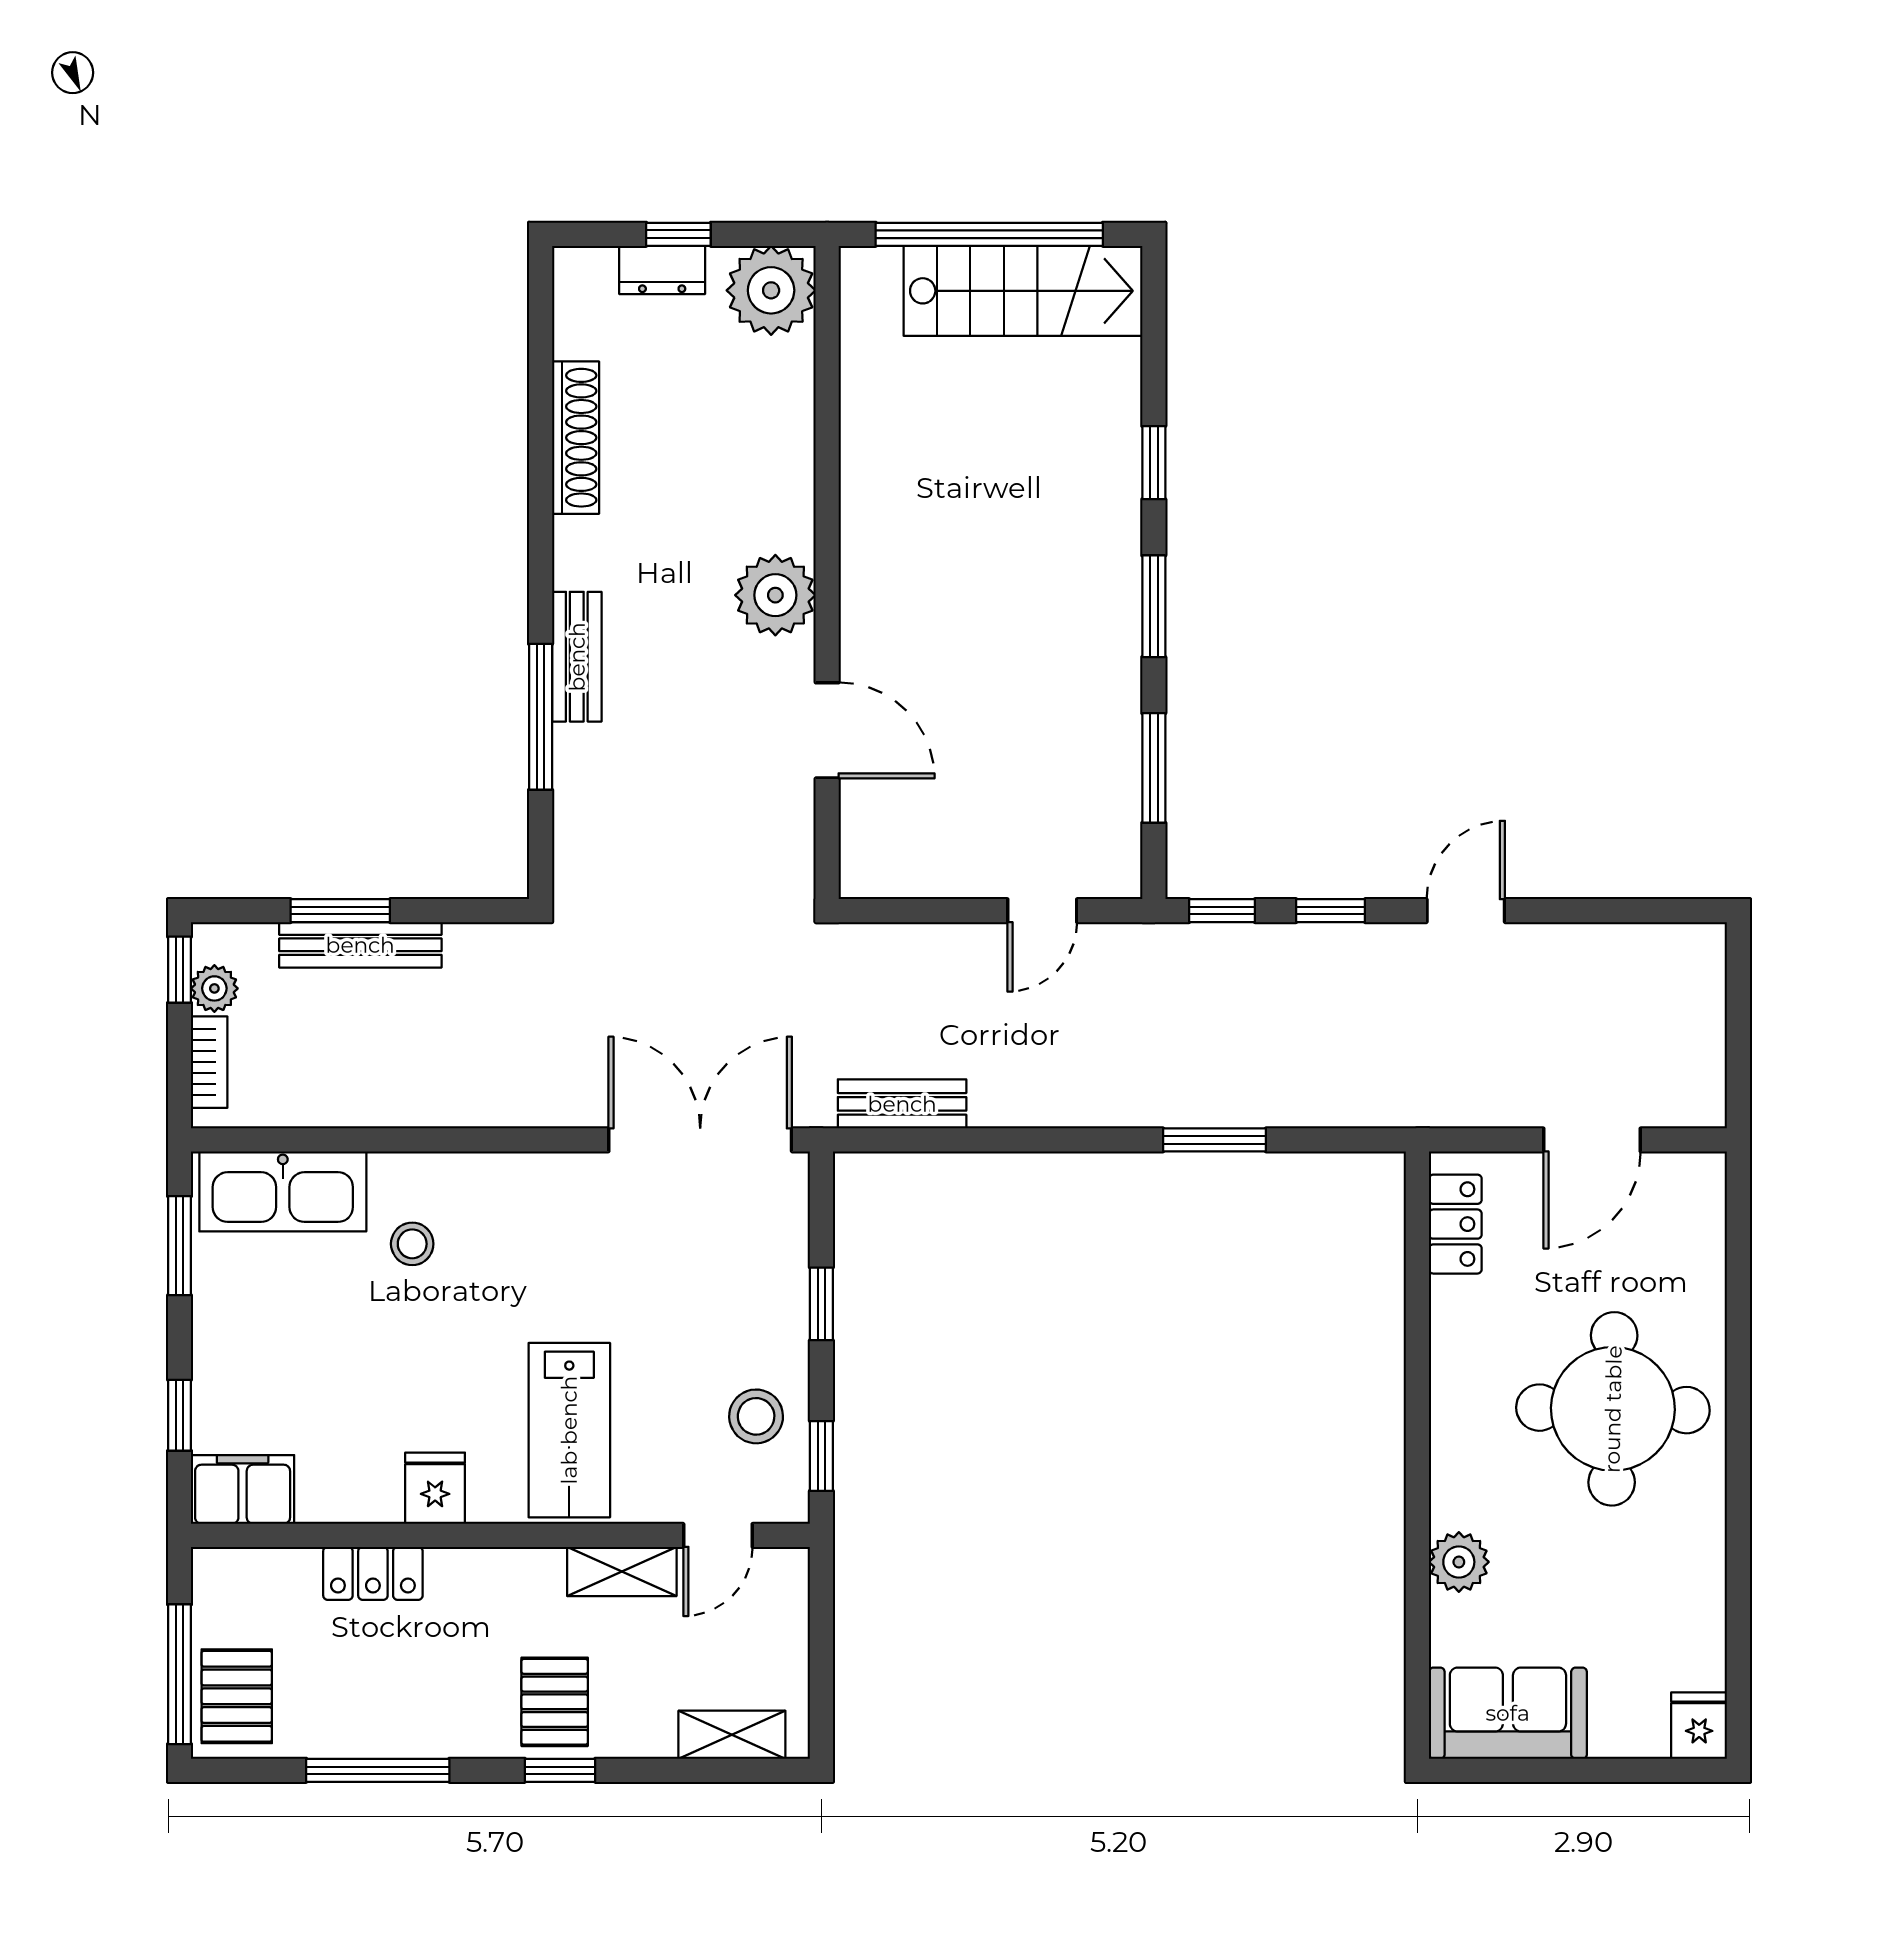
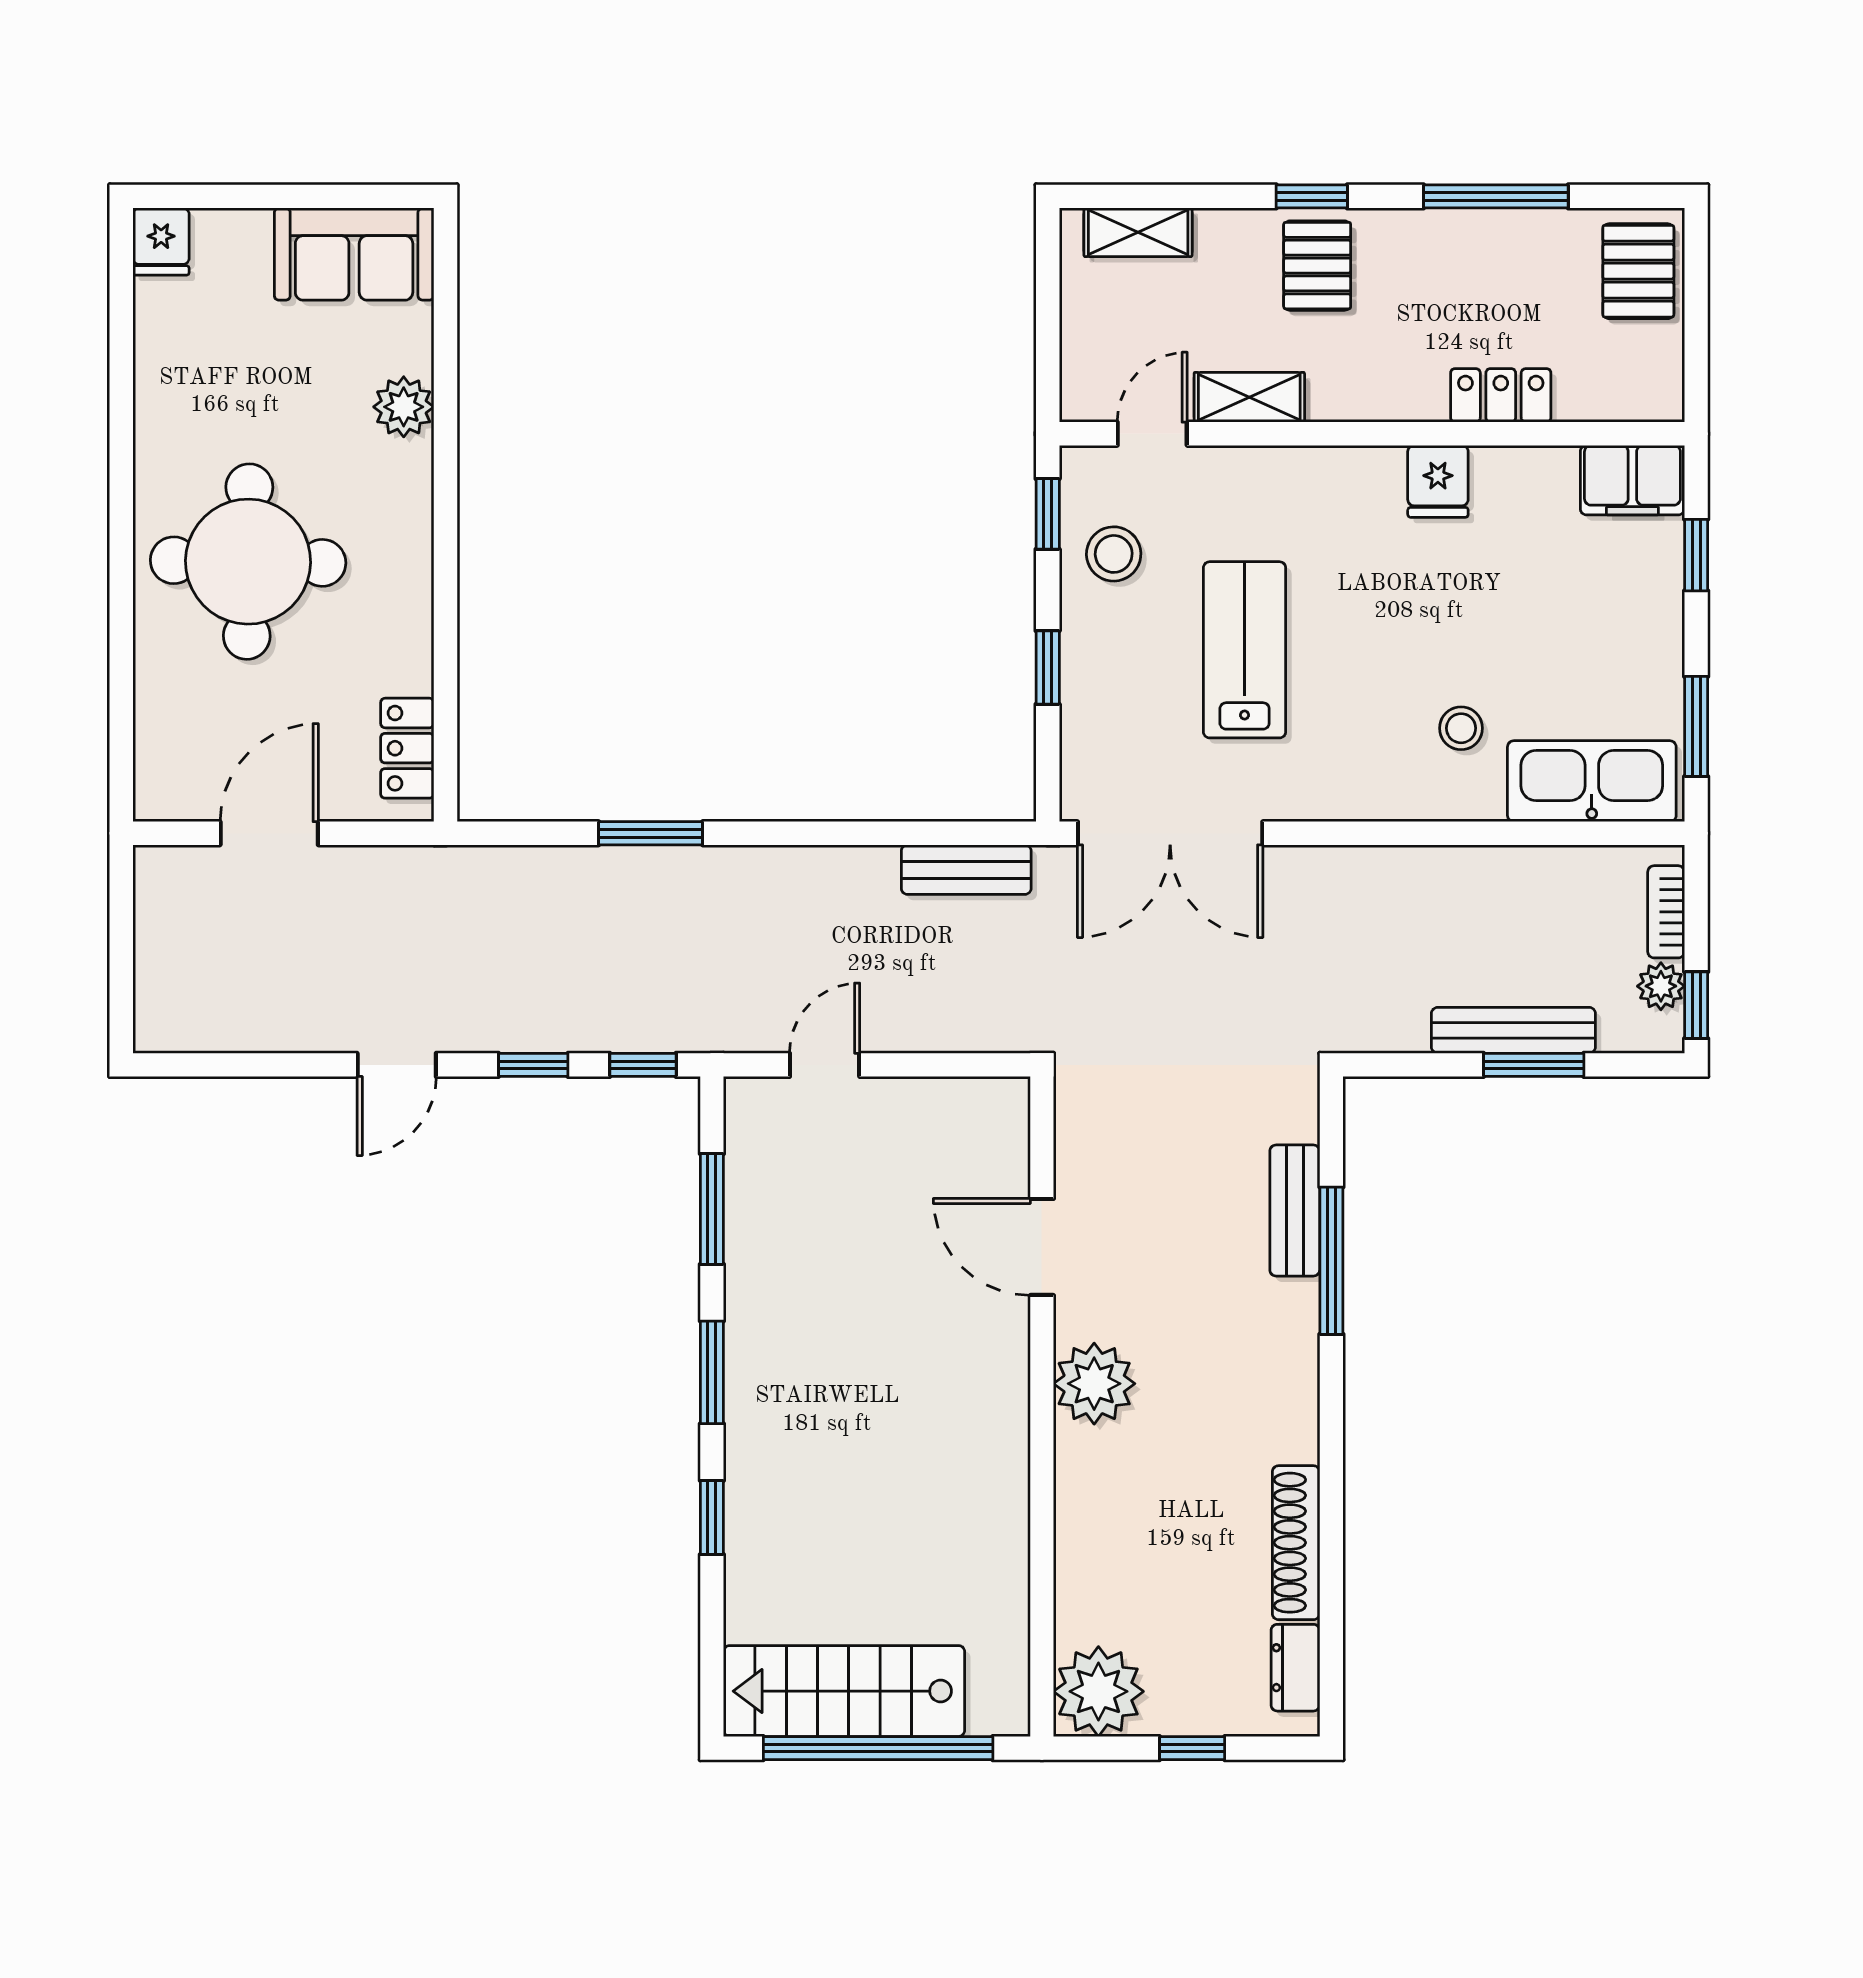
dresser: (662, 270) -> (1295, 1668), moved, turned -90
bench: (577, 657) -> (1295, 1210), moved
lab bench: (569, 1430) -> (1245, 650), moved
window: (179, 1674) -> (1696, 293), removed

